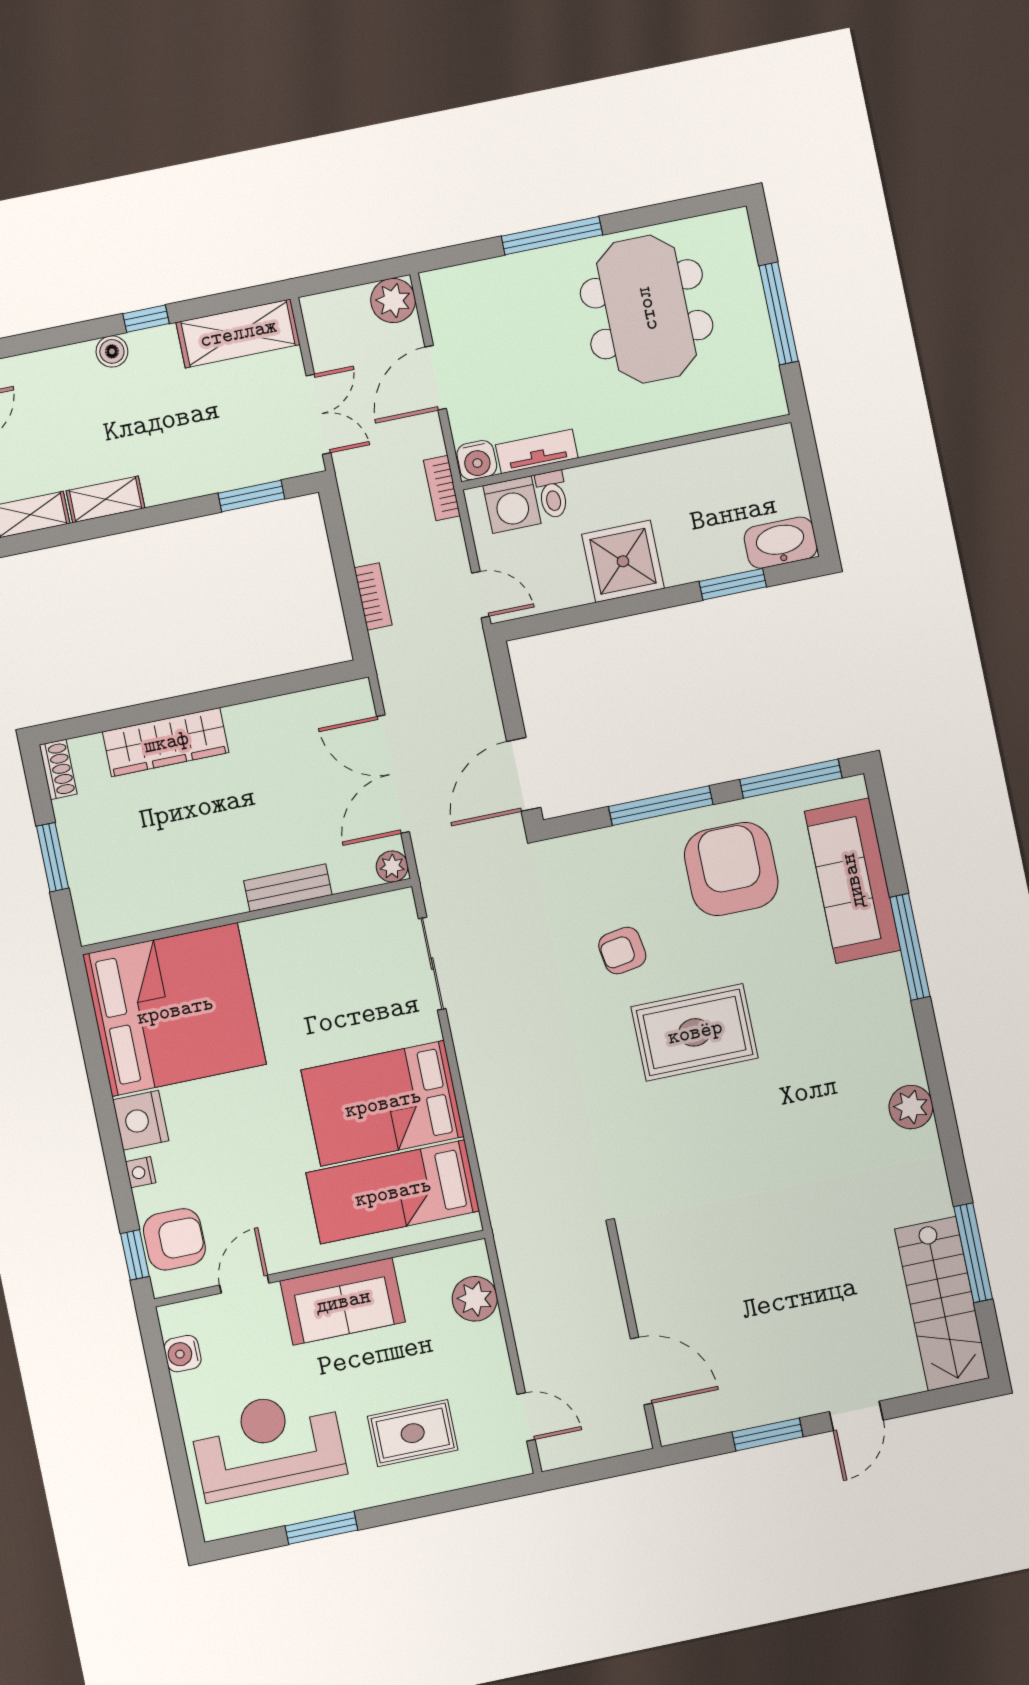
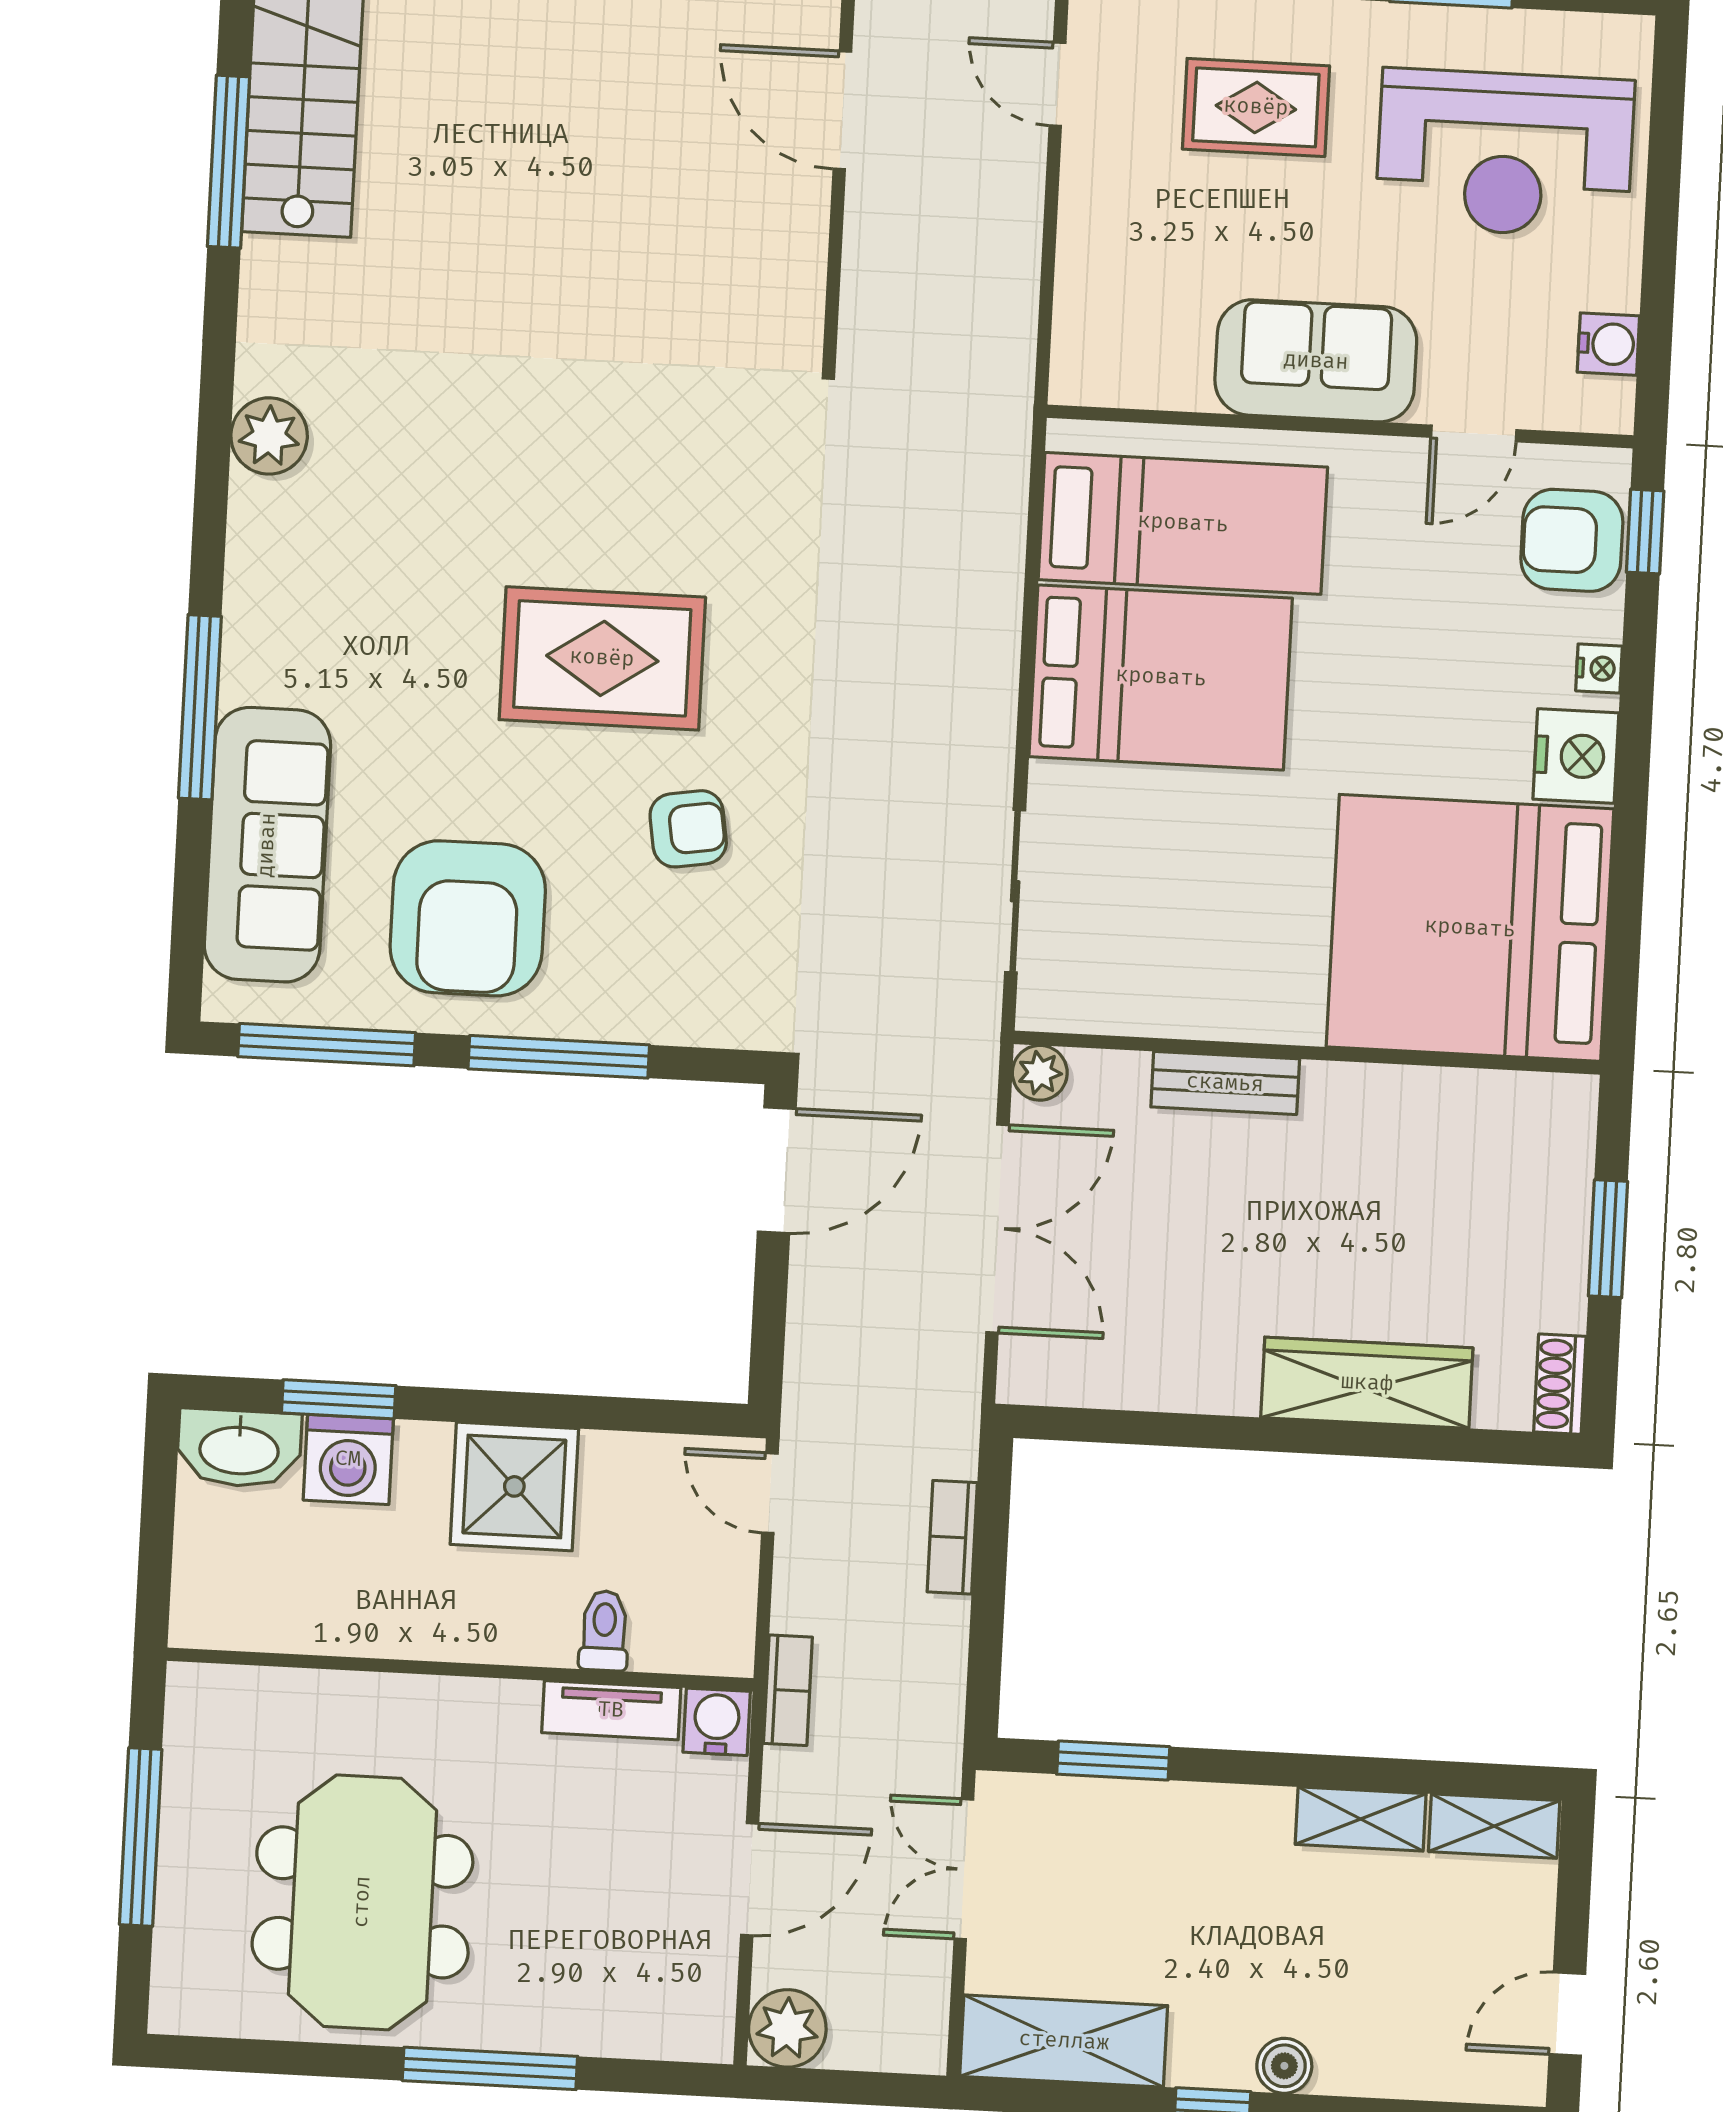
washing machine: (512, 505) -> (348, 1459), moved, turned 180
plant: (475, 1299) -> (1092, 306), removed

